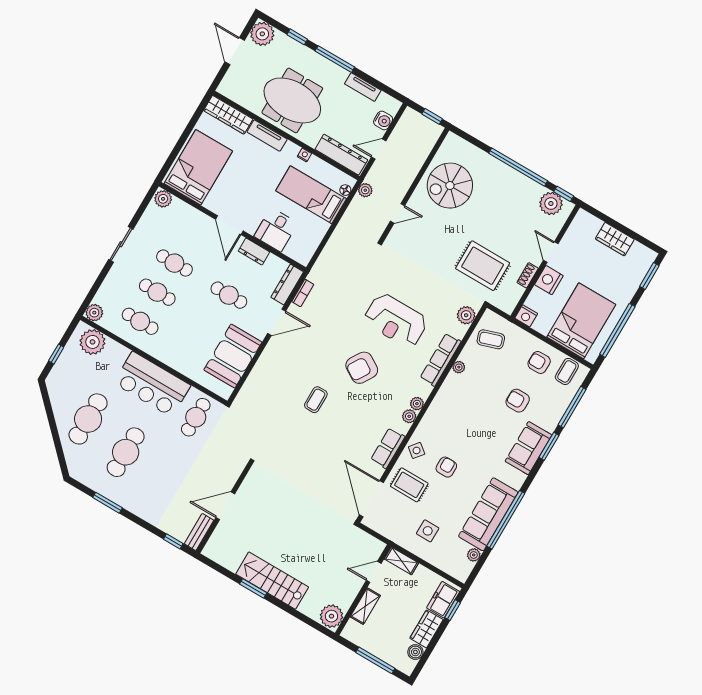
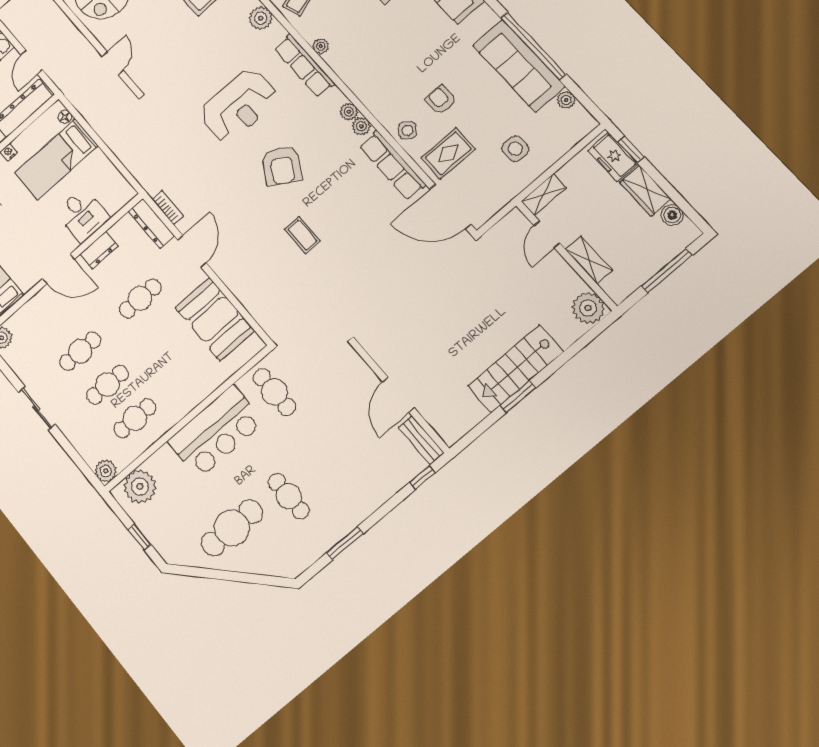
plant: (365, 190) -> (73, 93), removed
cafe table: (88, 419) -> (232, 528), turned 90
row of seats: (388, 448) -> (393, 165), width x1.48
cafe table: (126, 452) -> (289, 496), width x0.73, depth x0.74

